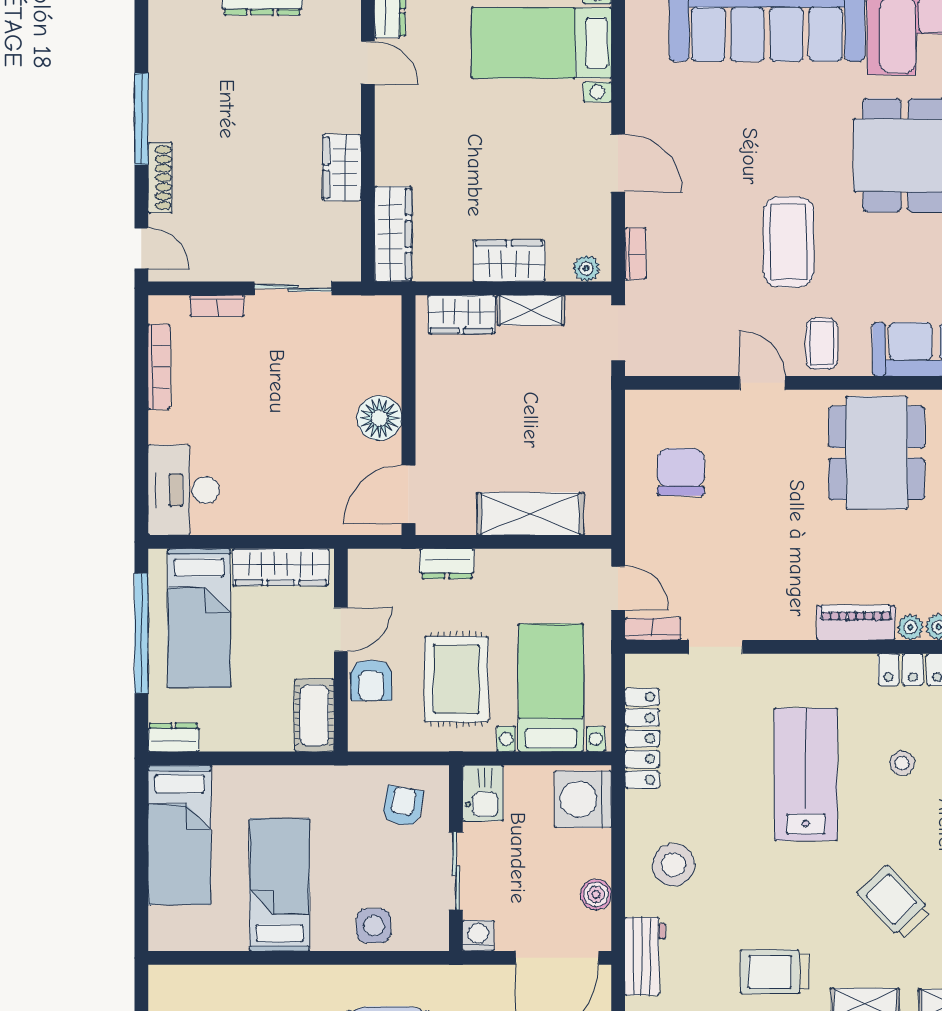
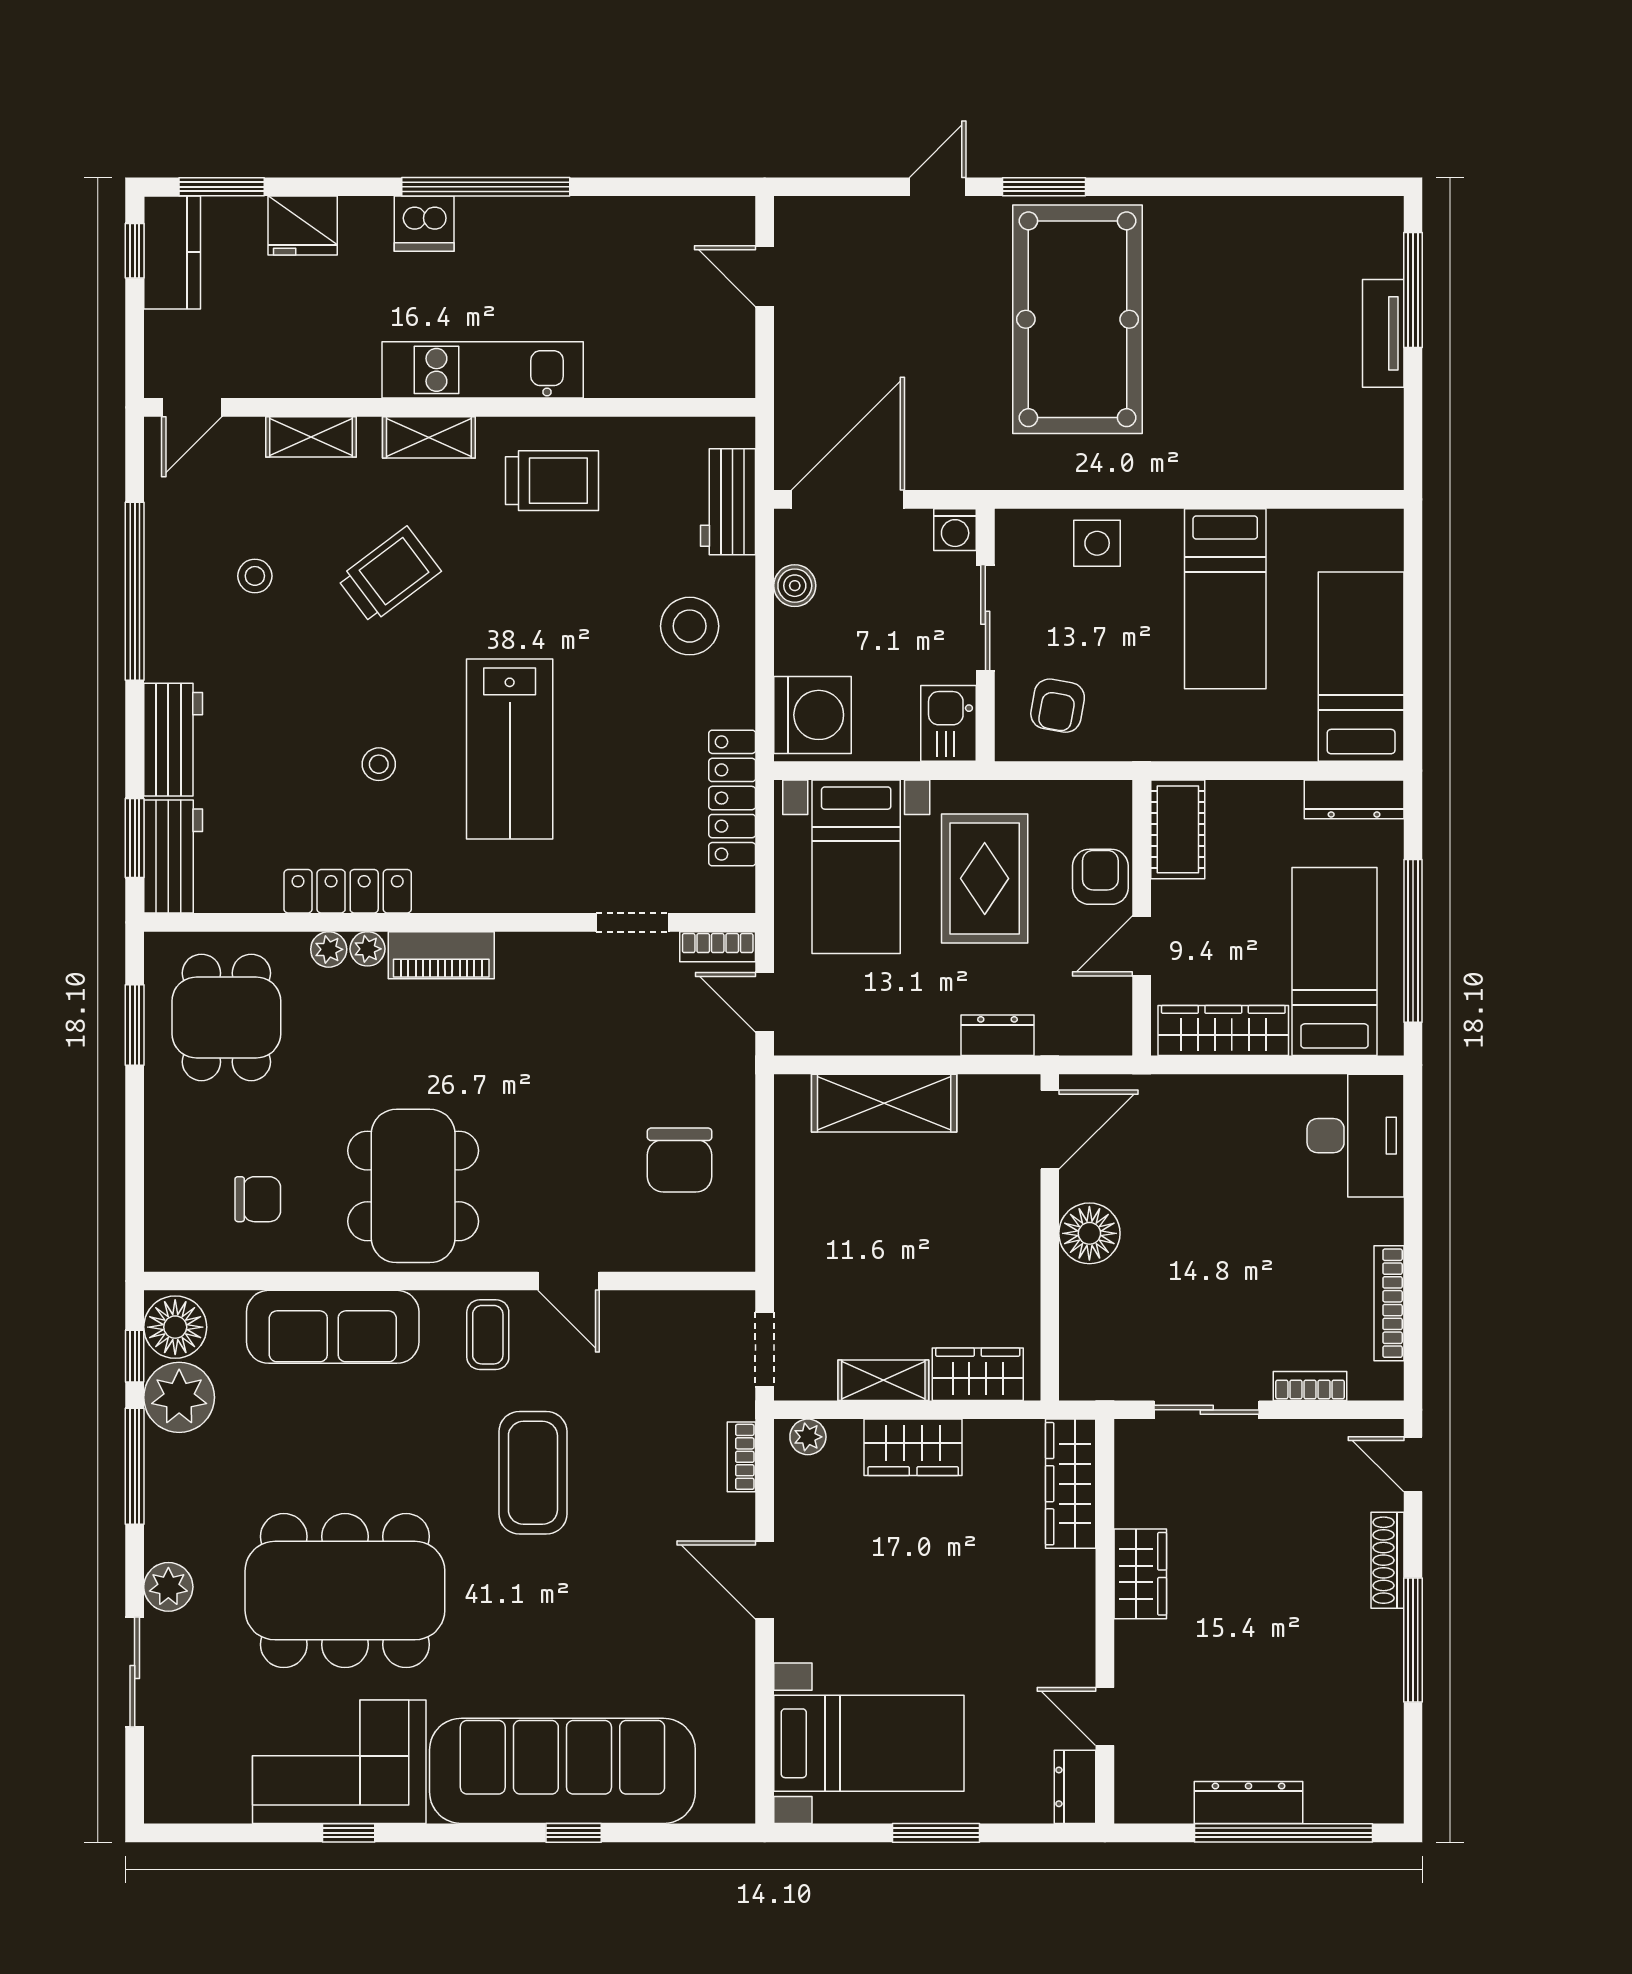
dresser: (174, 737) -> (1354, 799), width x1.44
trolley: (894, 902) -> (389, 575), turned -83

